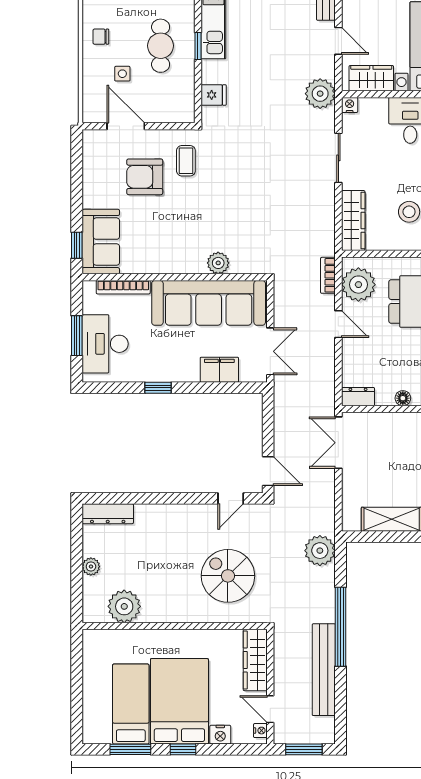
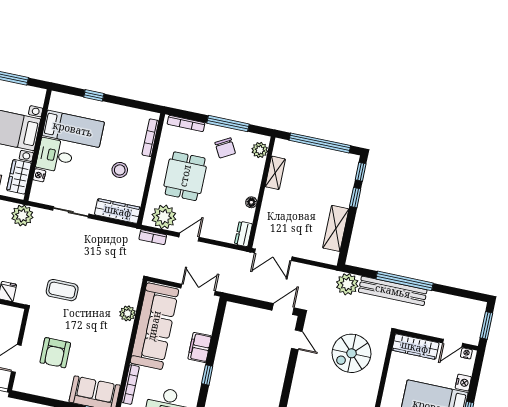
nightstand: (350, 105) -> (39, 175), moved
coffee table: (186, 161) -> (62, 290), moved, width x1.36, depth x1.30
filing cabinet: (219, 370) -> (200, 347), moved
bench: (324, 670) -> (393, 291), moved

